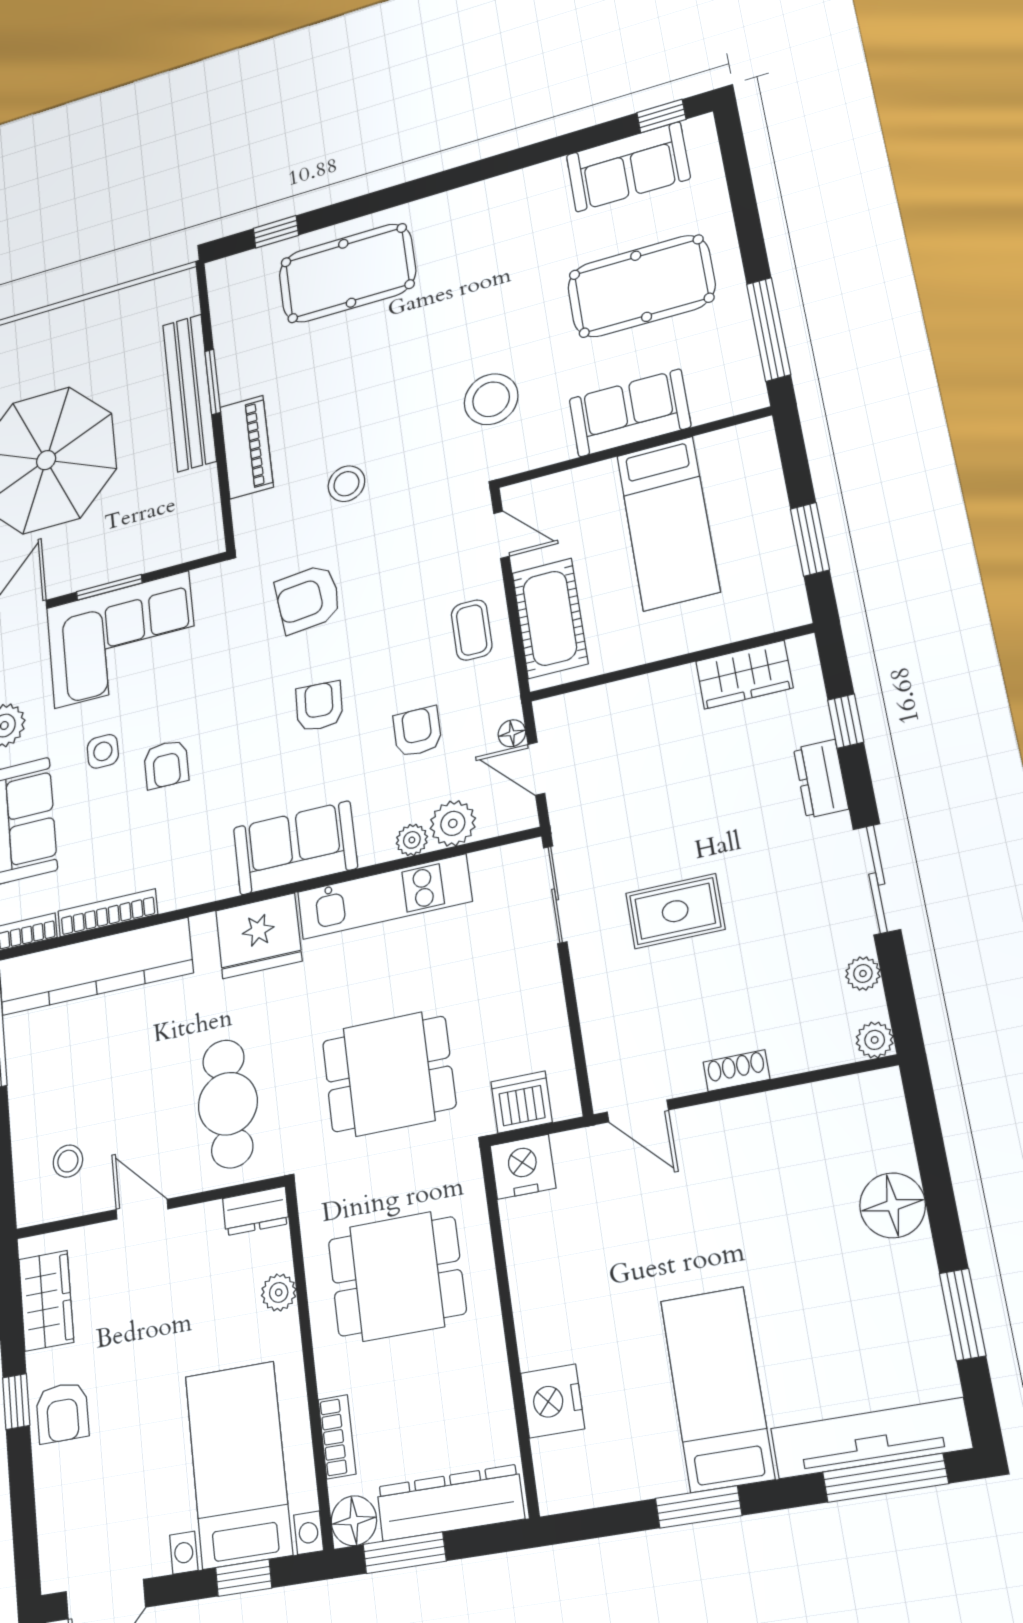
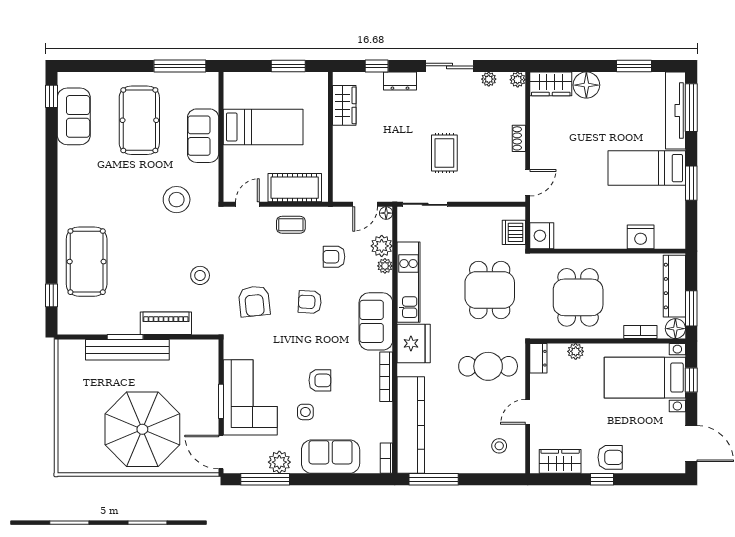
floor lamp: (512, 733) -> (386, 213), moved
bookcase: (108, 913) -> (386, 377), moved
wardrobe: (879, 1120) -> (551, 84), added

